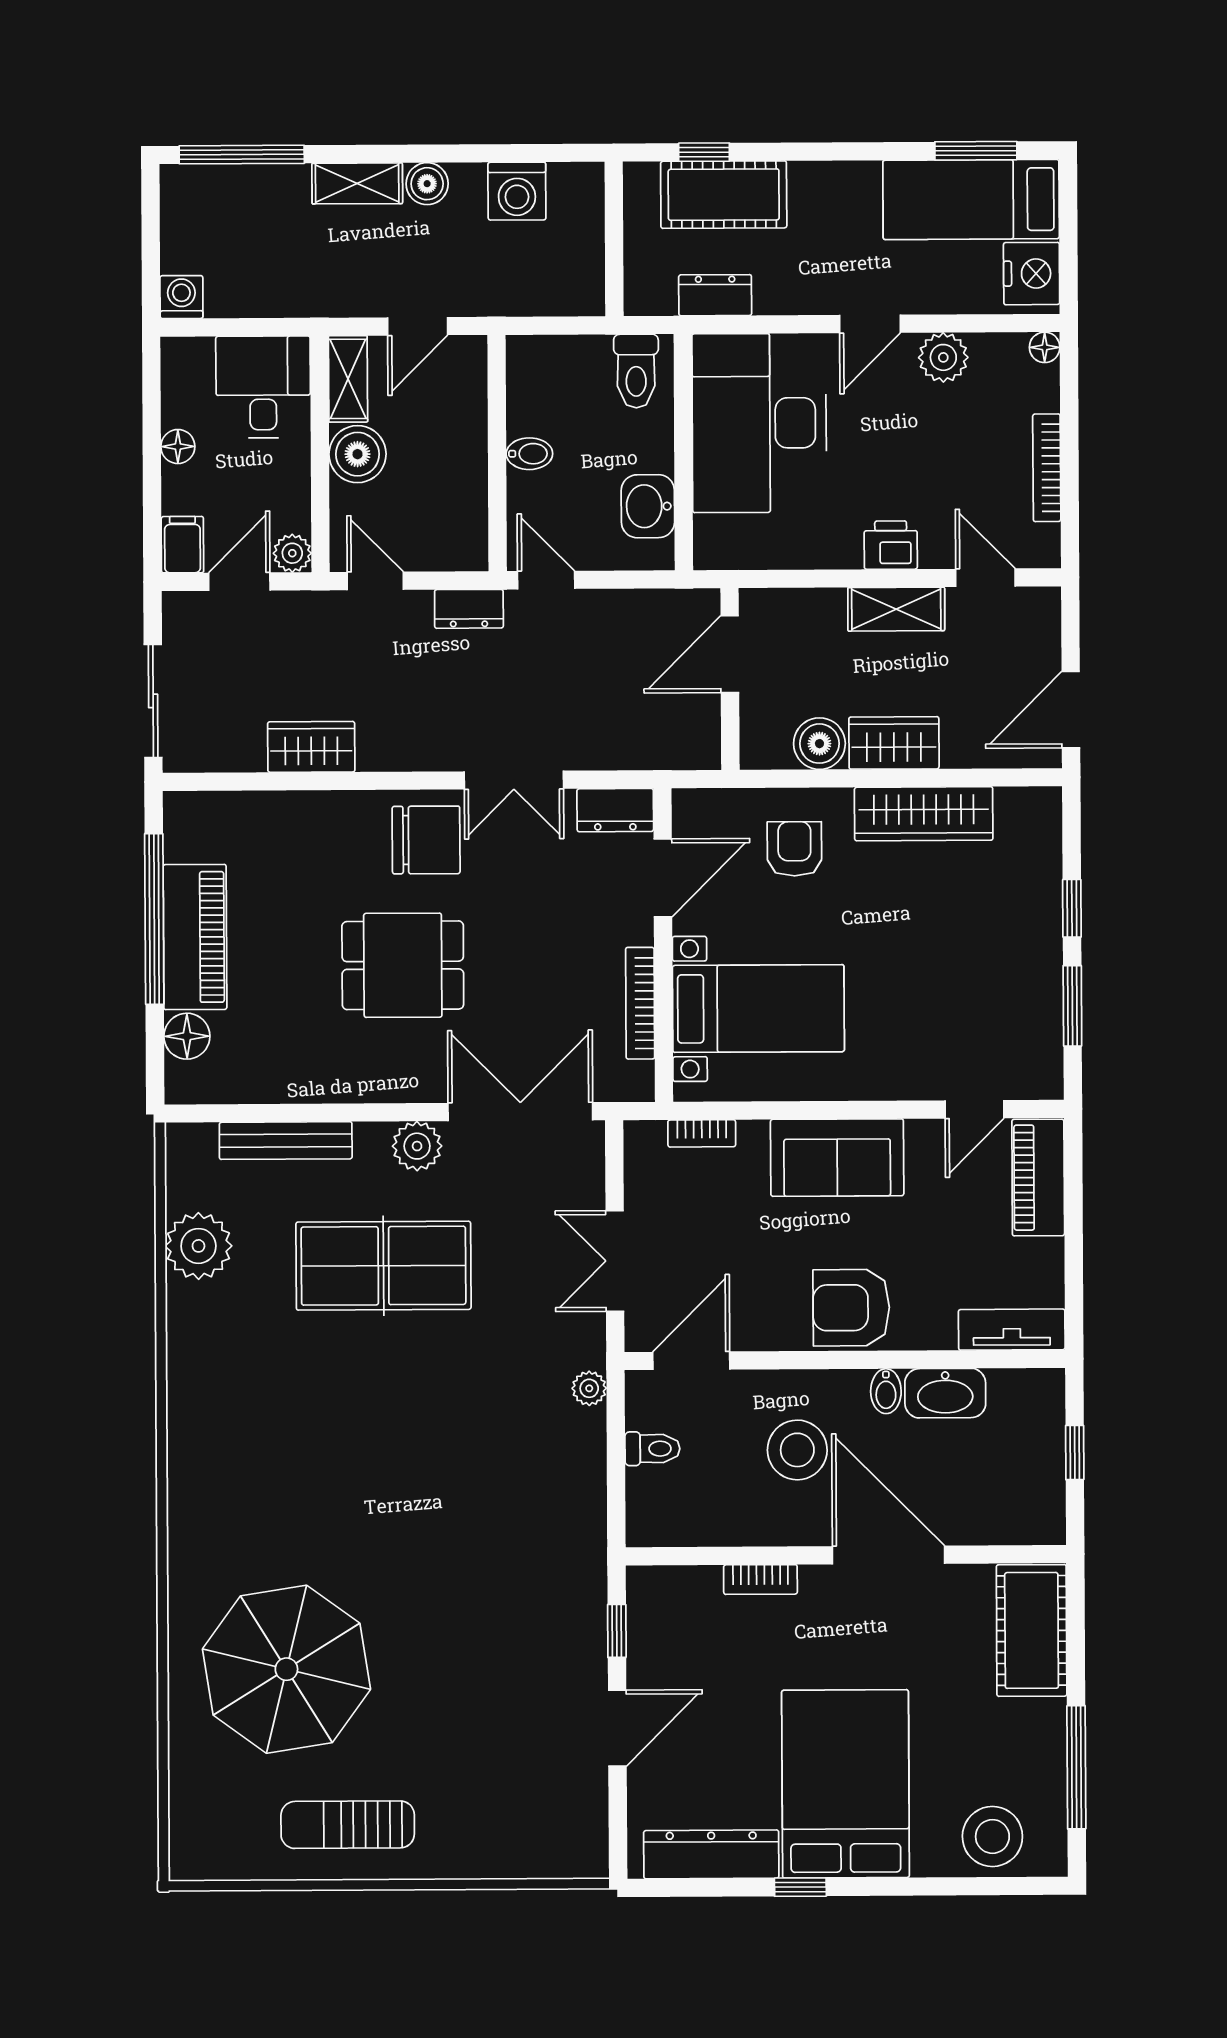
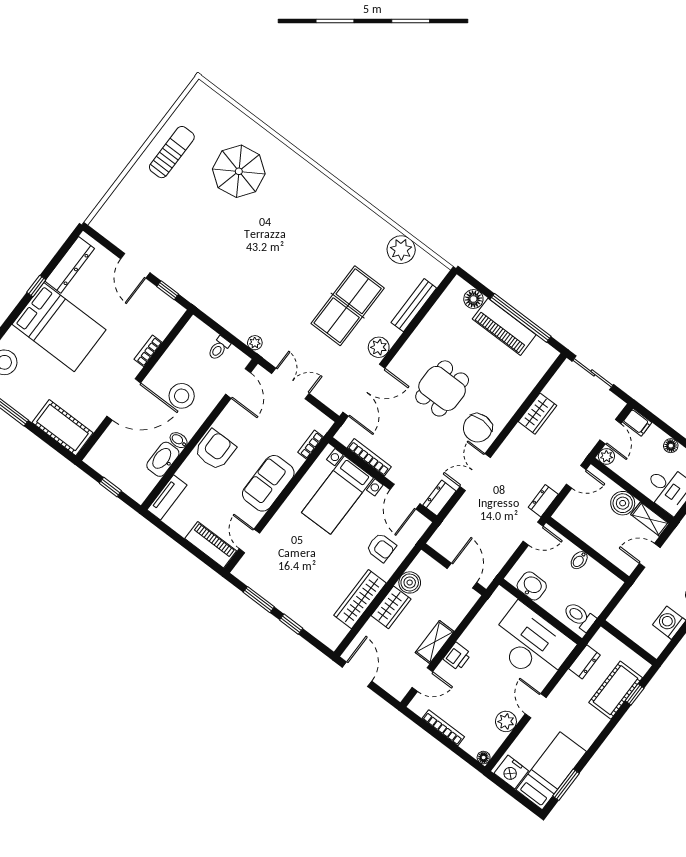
door: (418, 326) -> (650, 555), hinge flipped
parasol: (286, 1669) -> (239, 171), width x0.73, depth x0.73

